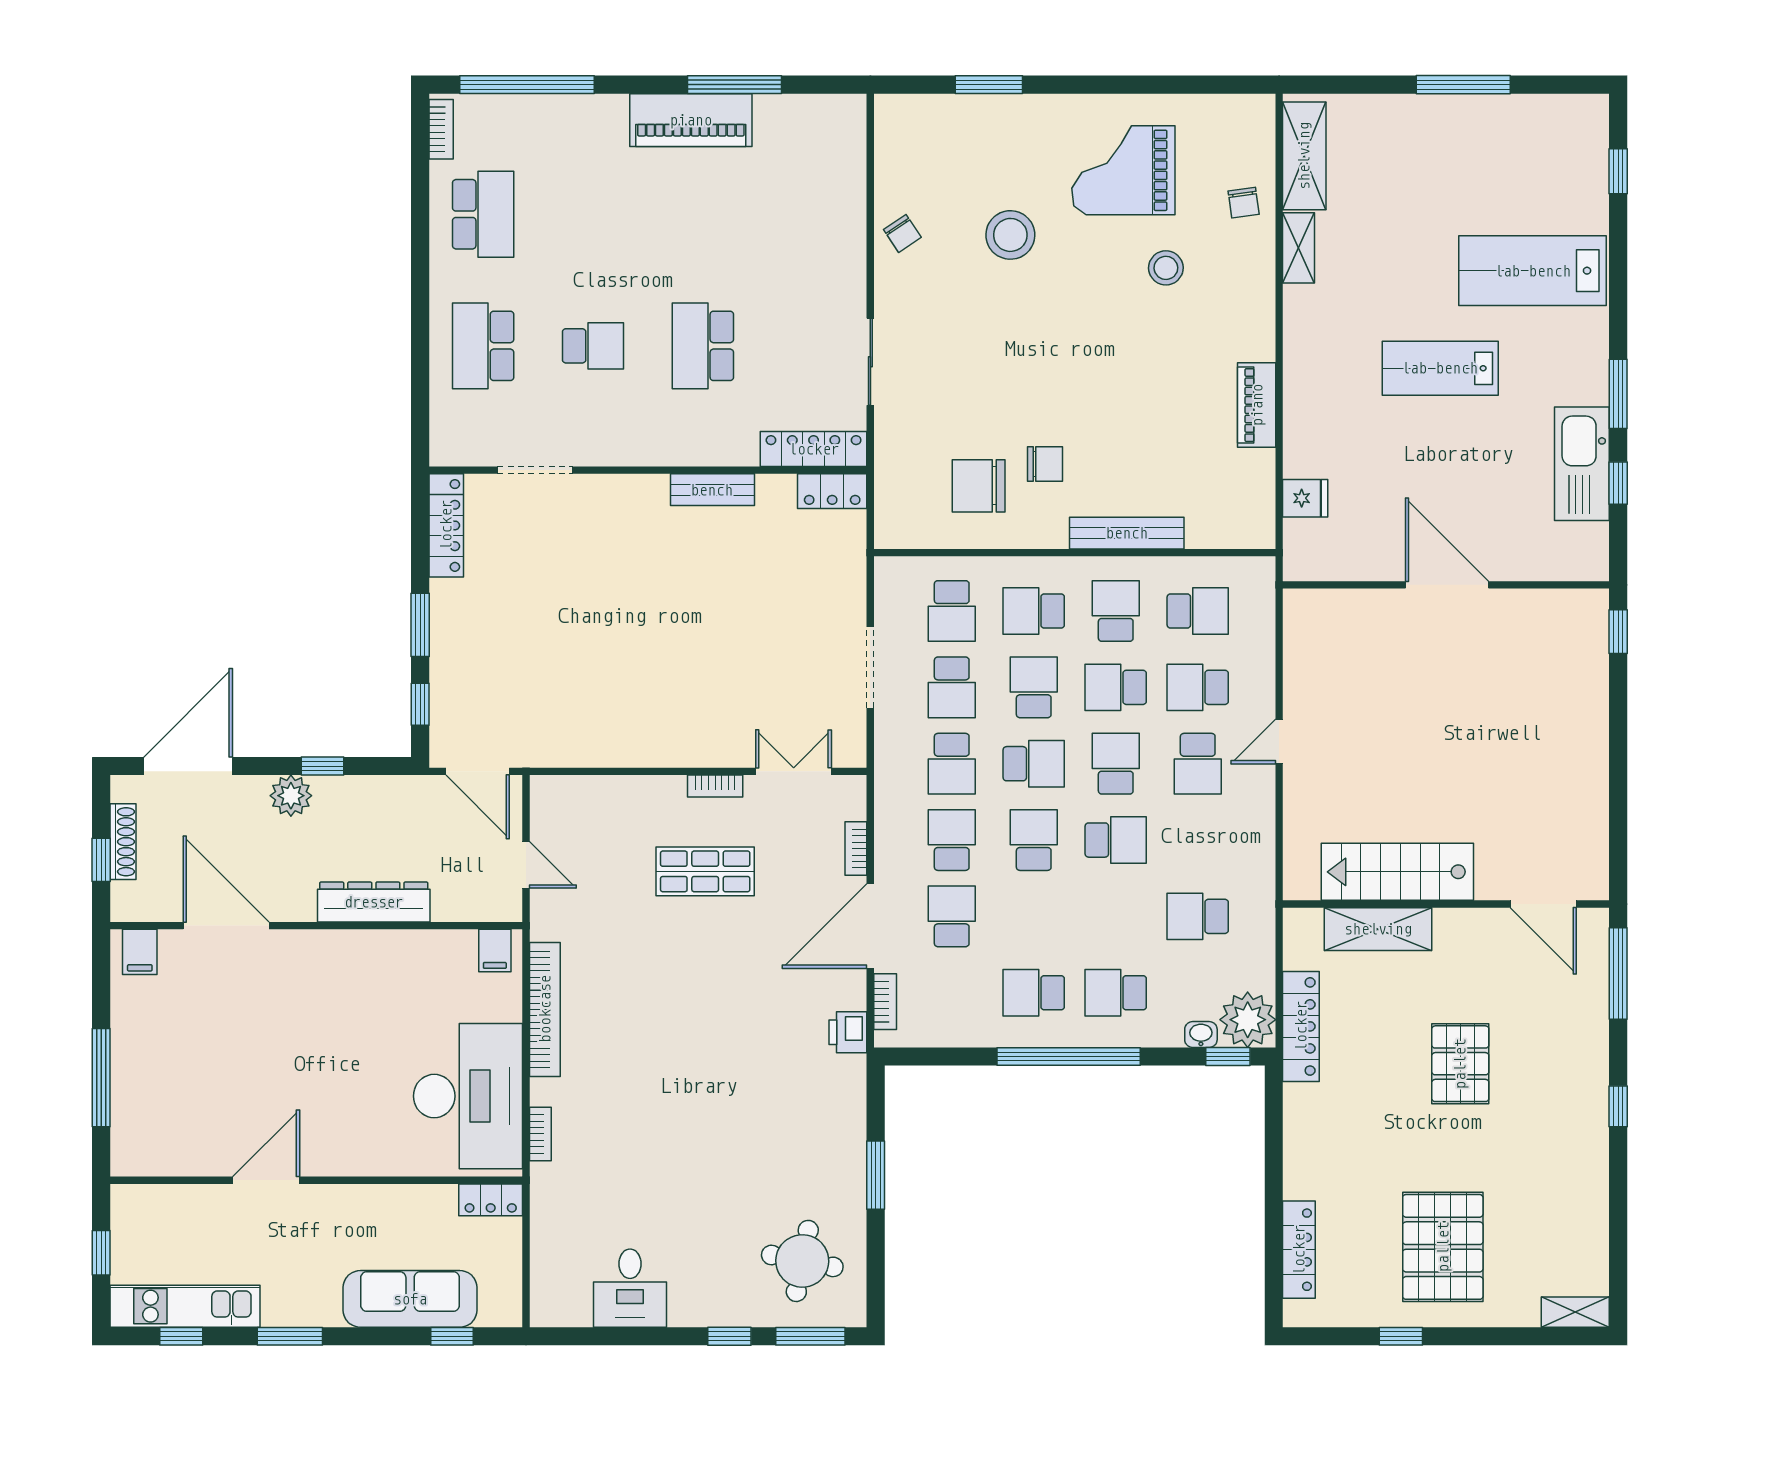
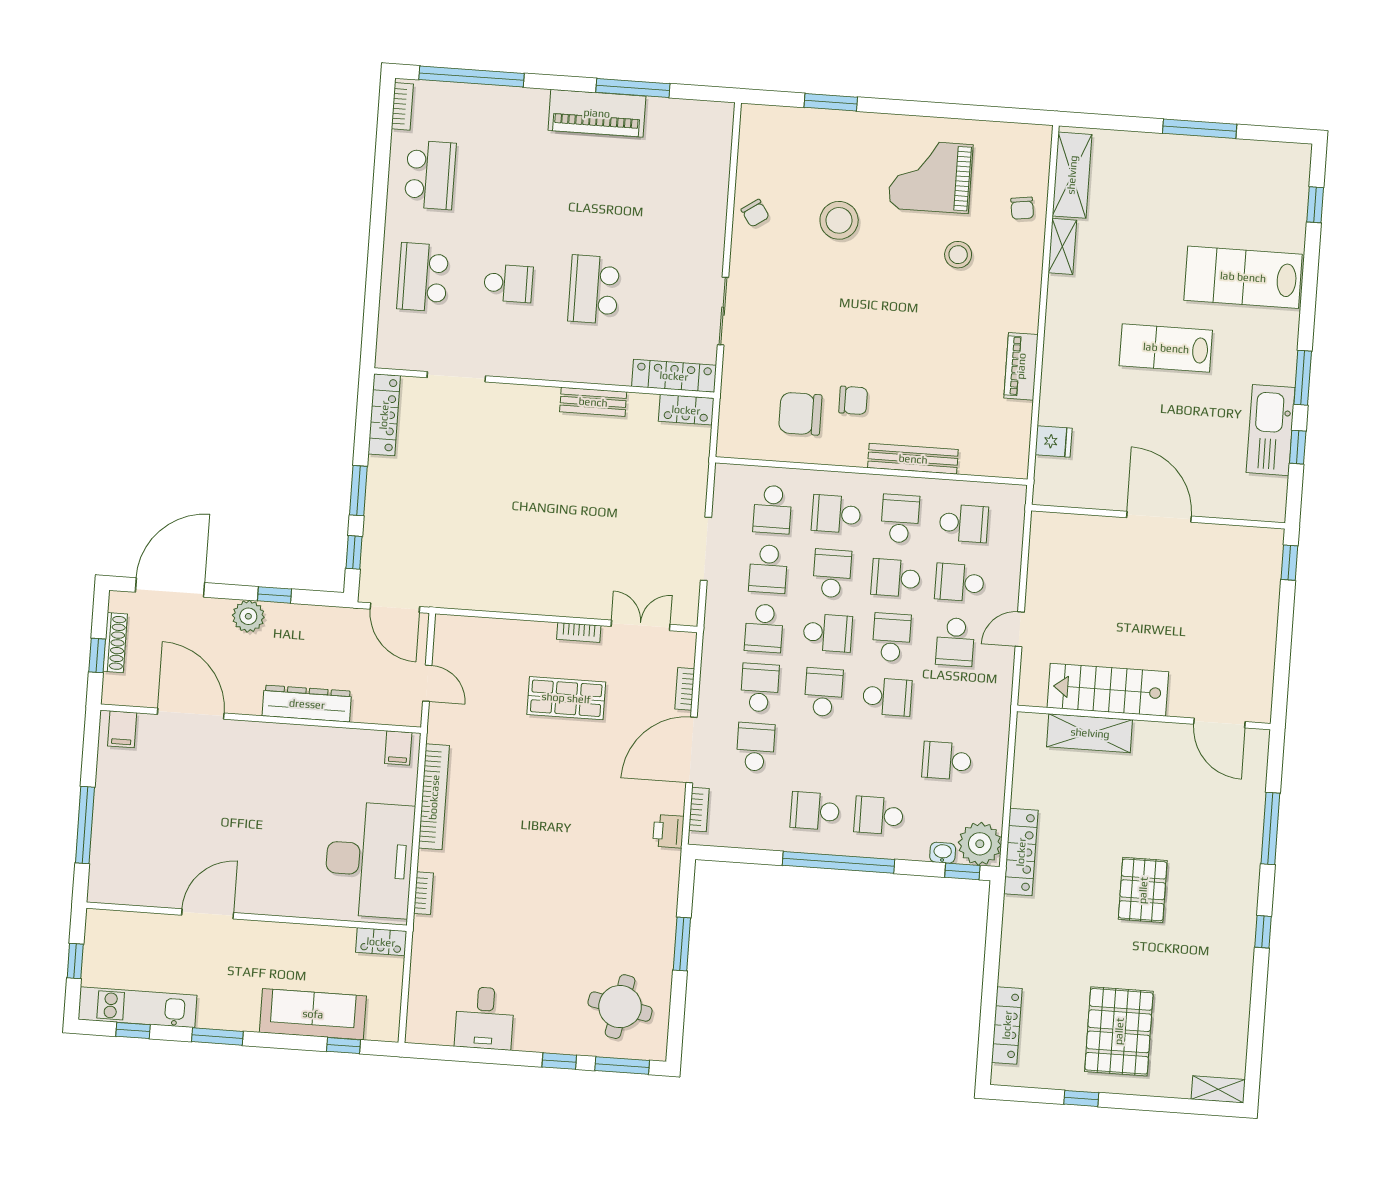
stairs: (1397, 872) -> (1108, 690), moved
wall: (1446, 904) -> (1144, 718), moved
door: (1543, 904) -> (1219, 723), moved
shelving: (1378, 929) -> (1090, 733), moved

